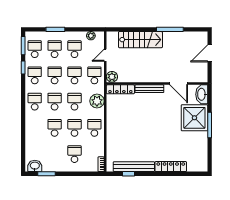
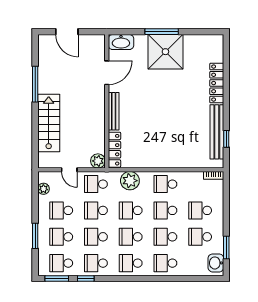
shower: (194, 118) -> (165, 52), moved
school desk: (35, 128) -> (165, 263), added
school desk: (55, 154) -> (200, 237), added

